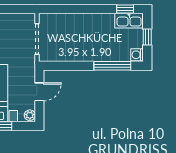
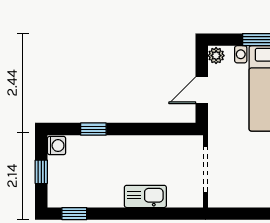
kitchen sink: (129, 21) -> (145, 196), moved
window: (112, 66) -> (93, 129), width x0.46

